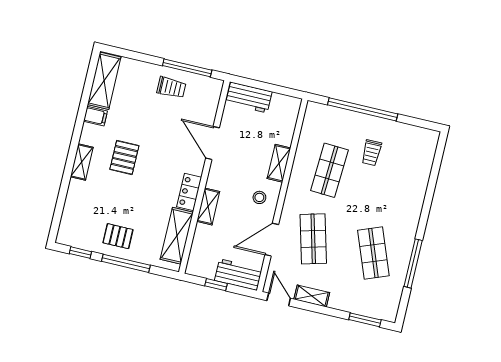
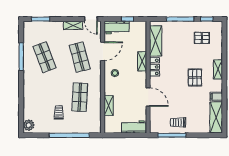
plant: (428, 143) -> (29, 125), added
shelving: (279, 163) -> (109, 106), moved
pallet: (118, 236) -> (202, 38), moved

